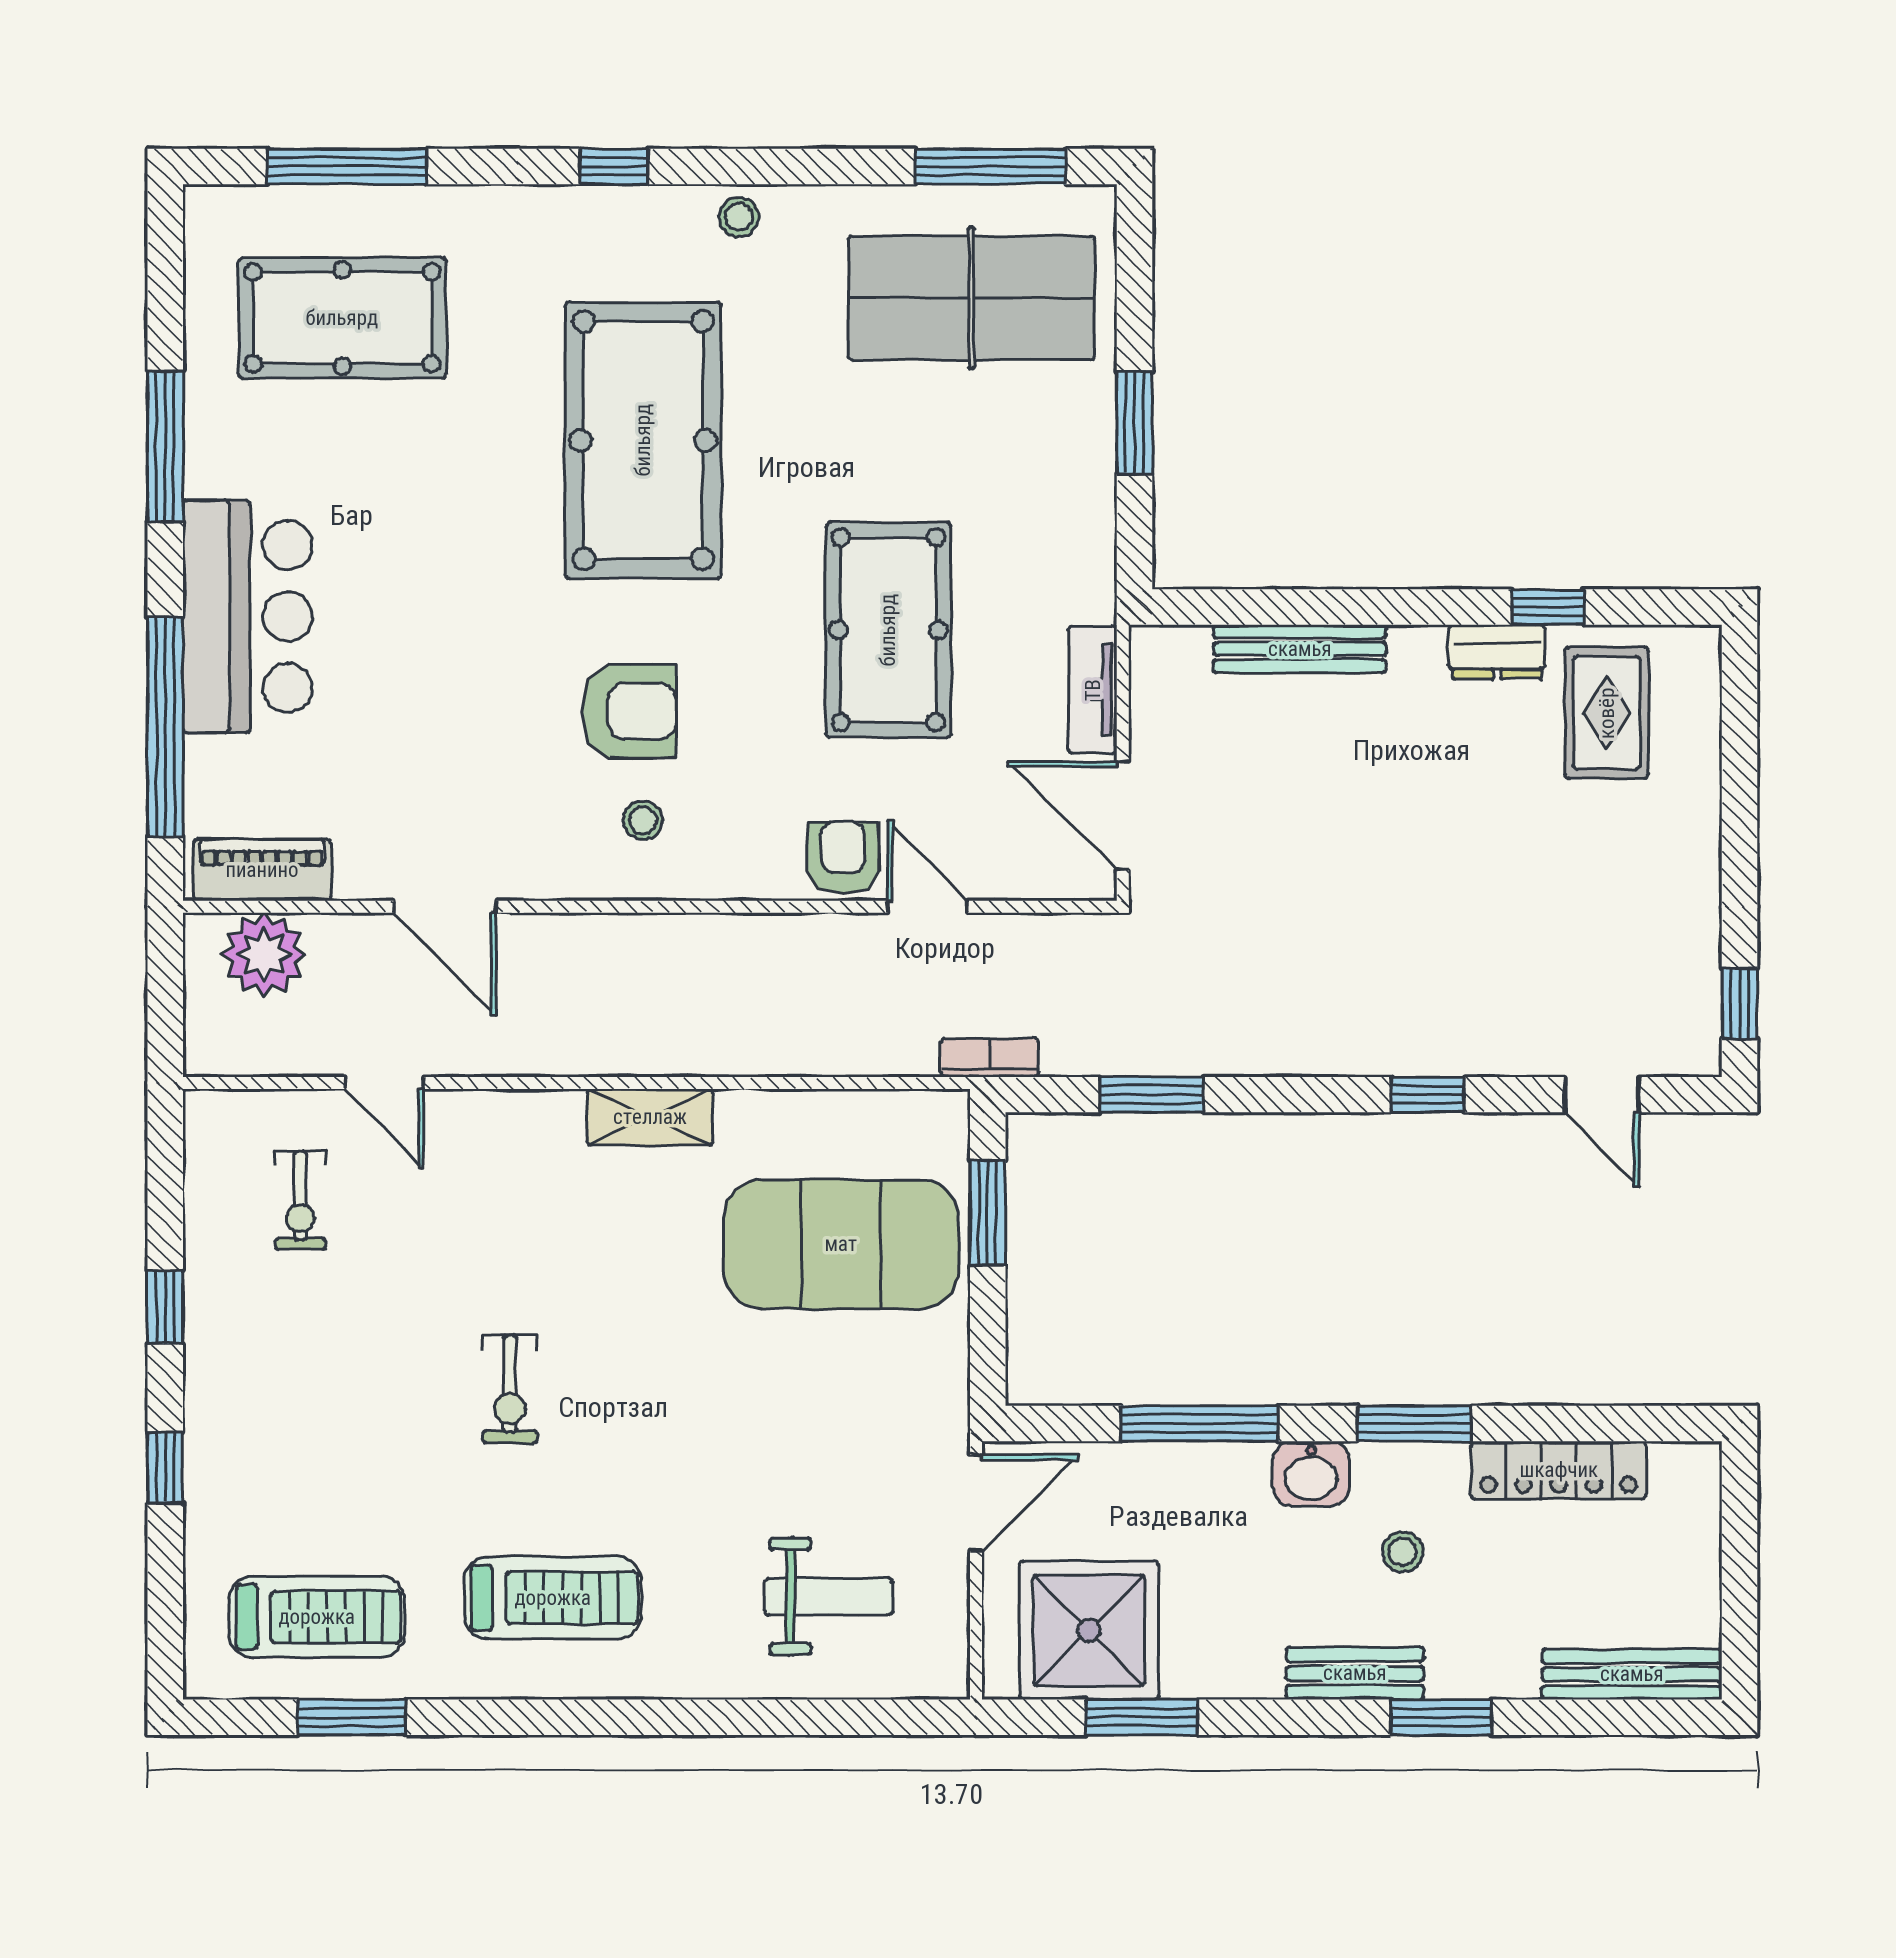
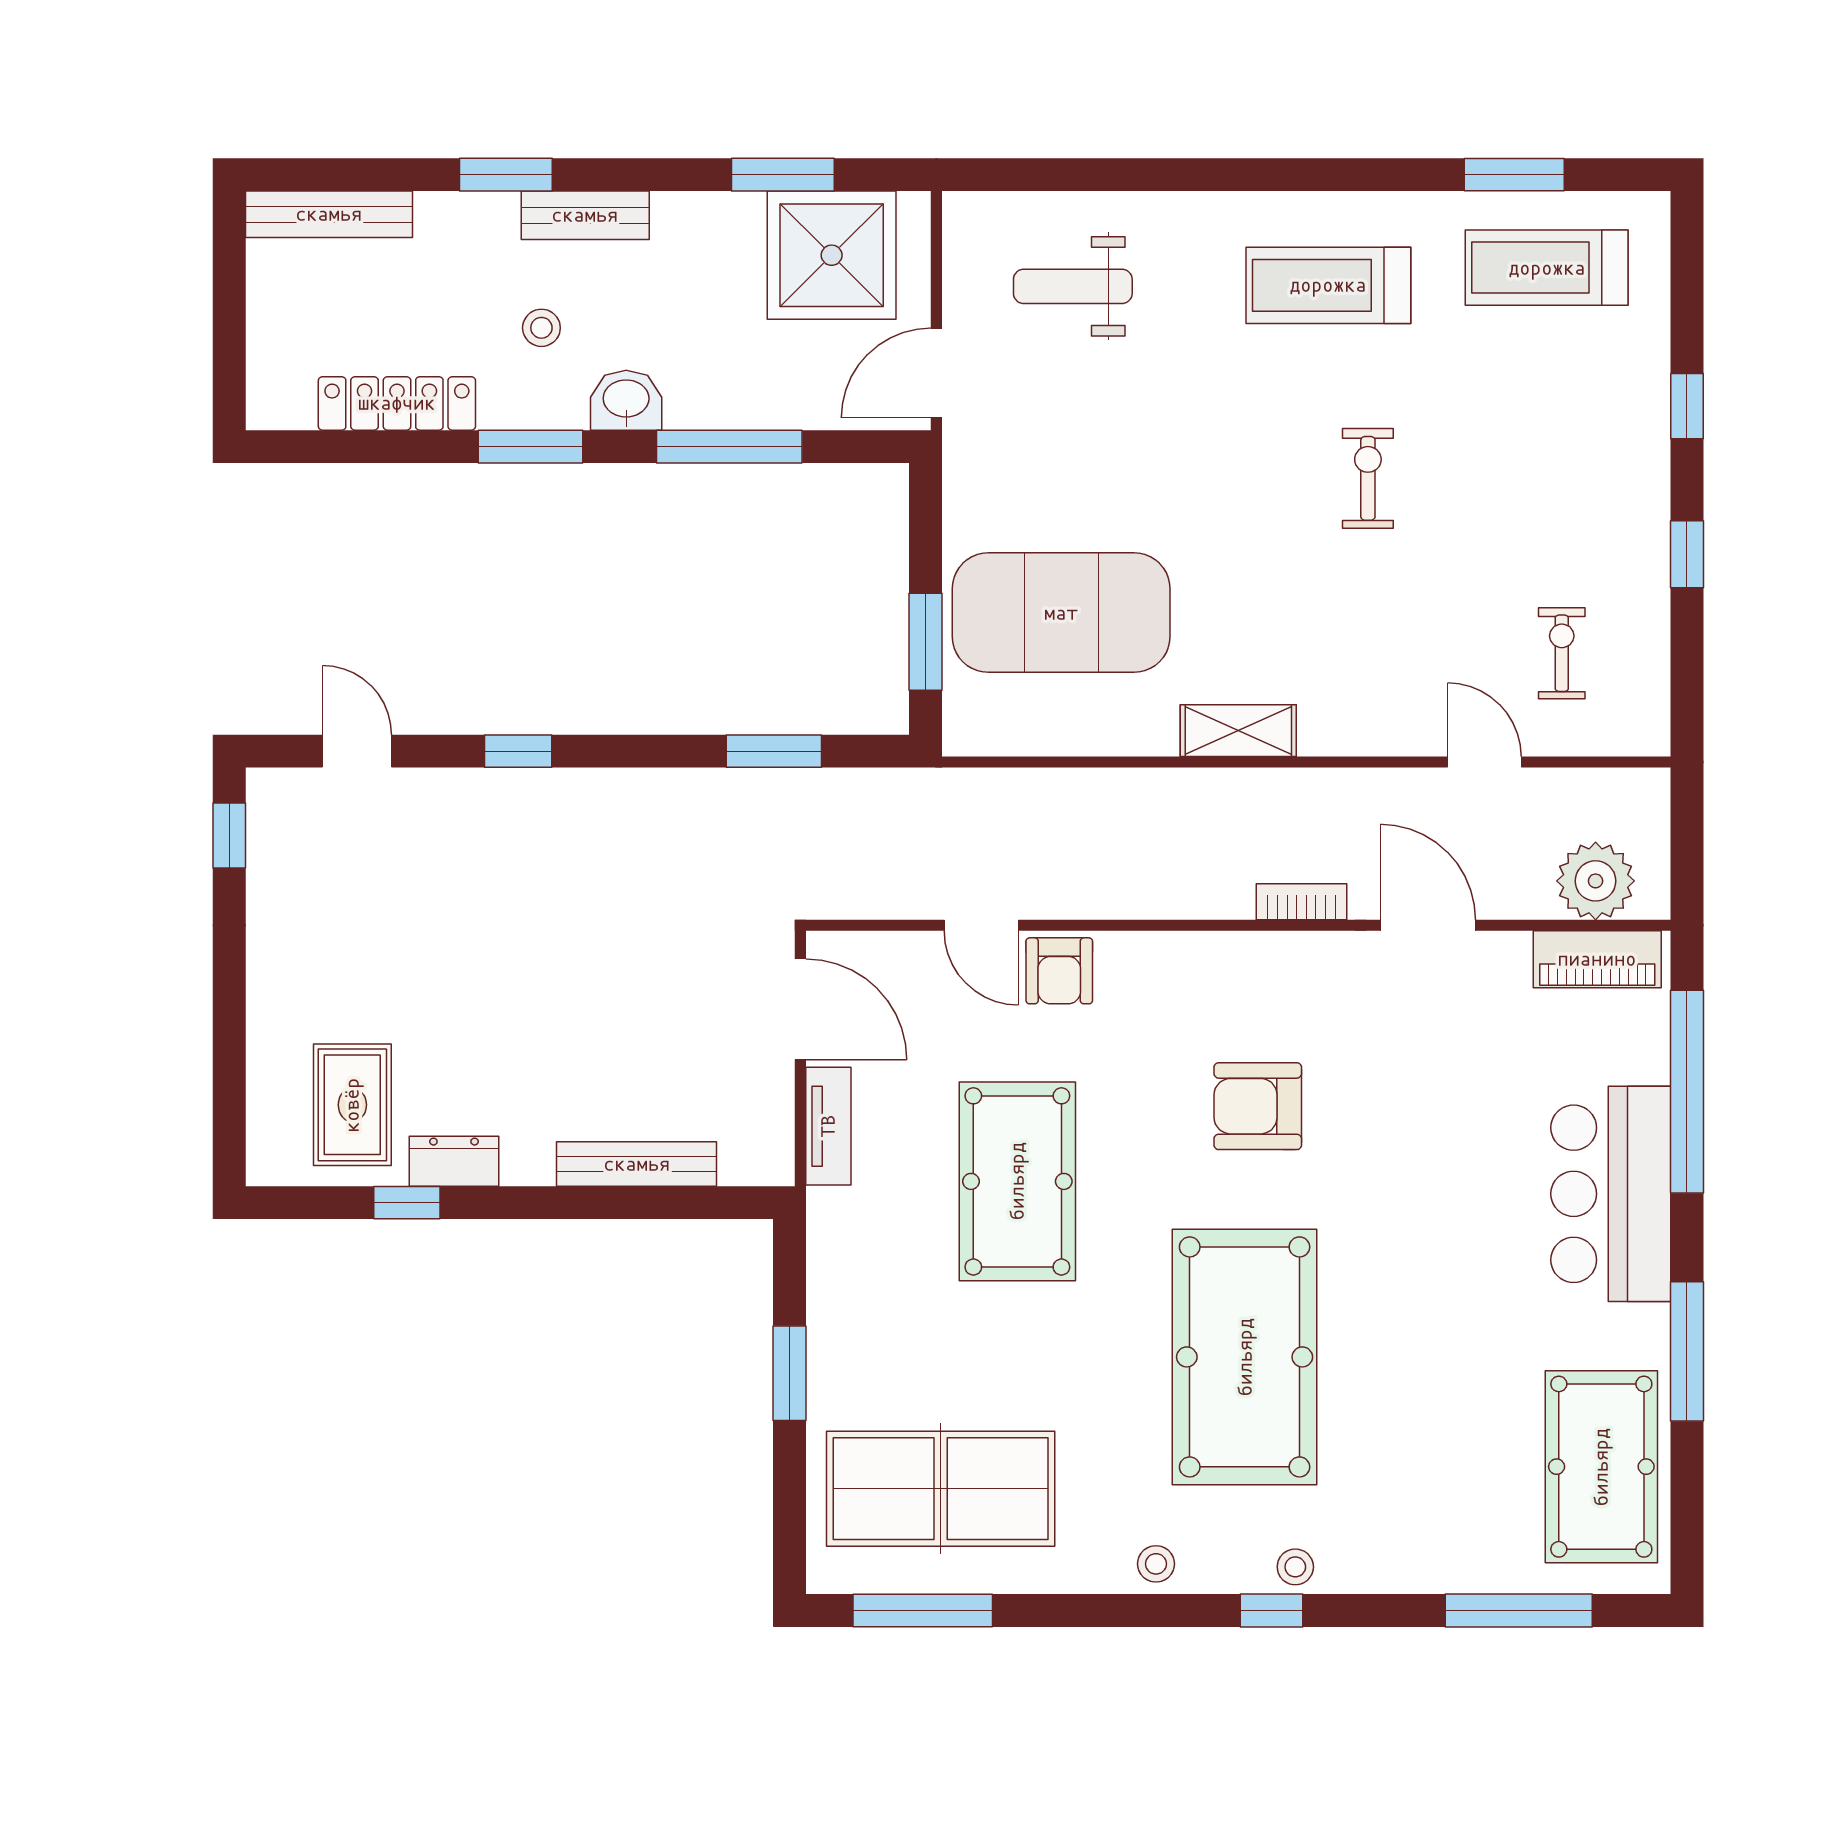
pool table: (342, 318) -> (1601, 1467), moved, turned 90
stool: (643, 820) -> (1295, 1567), moved
bookcase: (990, 1057) -> (1301, 902), moved, turned 180

